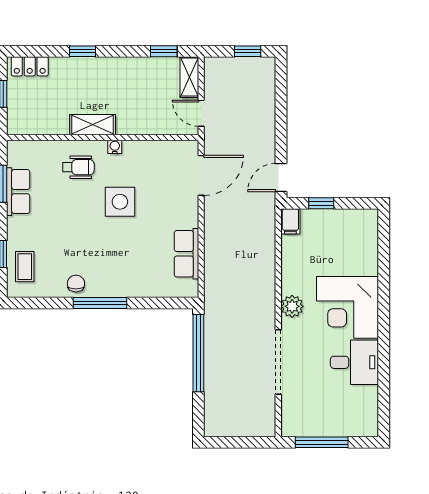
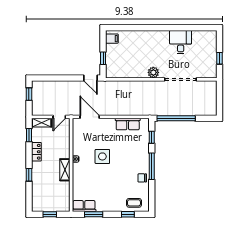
locker: (30, 66) -> (36, 152), moved
wheelchair: (78, 167) -> (86, 177), removed
row of seats: (18, 192) -> (84, 206), moved
filing cabinet: (290, 221) -> (112, 39), moved
window: (159, 303) -> (152, 137), added
corner desk: (348, 307) -> (154, 45), removed
window: (322, 442) -> (220, 58), width x0.46

